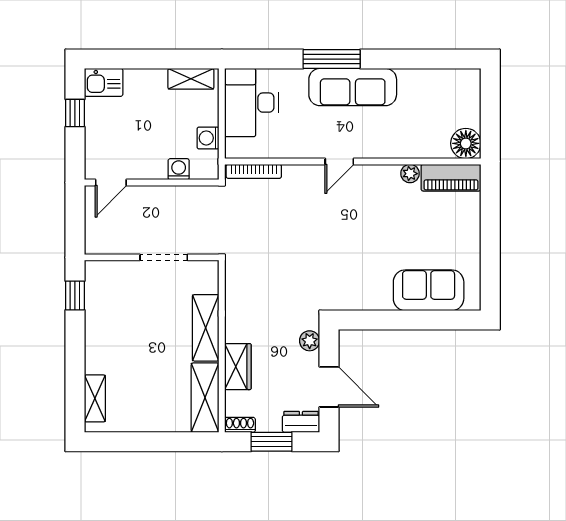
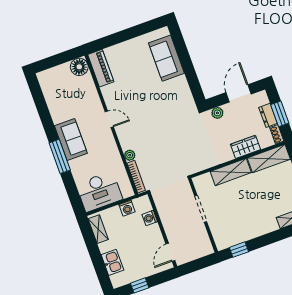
kitchen sink: (104, 82) -> (112, 262), moved
sofa: (353, 87) -> (71, 139), width x0.73
door: (339, 161) -> (109, 119), moved
plant: (410, 174) -> (130, 155), moved
door: (111, 183) -> (170, 252), swing flipped
dresser: (301, 422) -> (268, 115), moved

